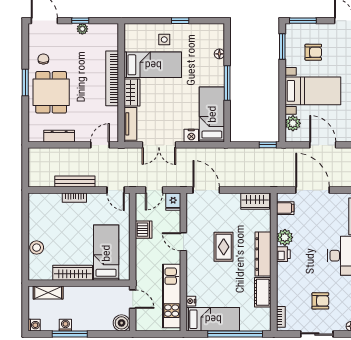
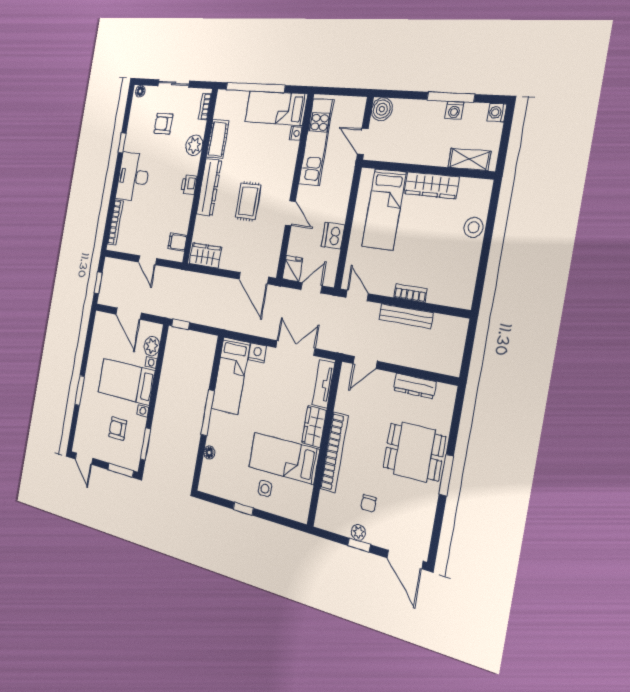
chair: (43, 59) -> (369, 503), moved
dining table: (51, 92) -> (414, 452), turned 90
door: (313, 190) -> (147, 260), width x0.53
plant: (285, 237) -> (194, 145), moved

